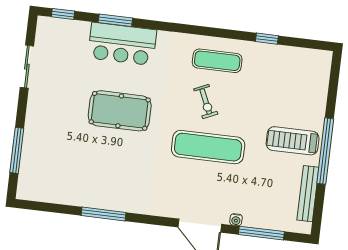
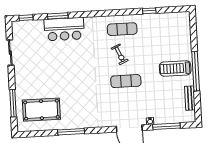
pool table: (120, 111) -> (41, 110), moved
exercise mat: (208, 147) -> (126, 81), width x0.73, depth x0.69
bench: (308, 194) -> (190, 98), width x0.73

